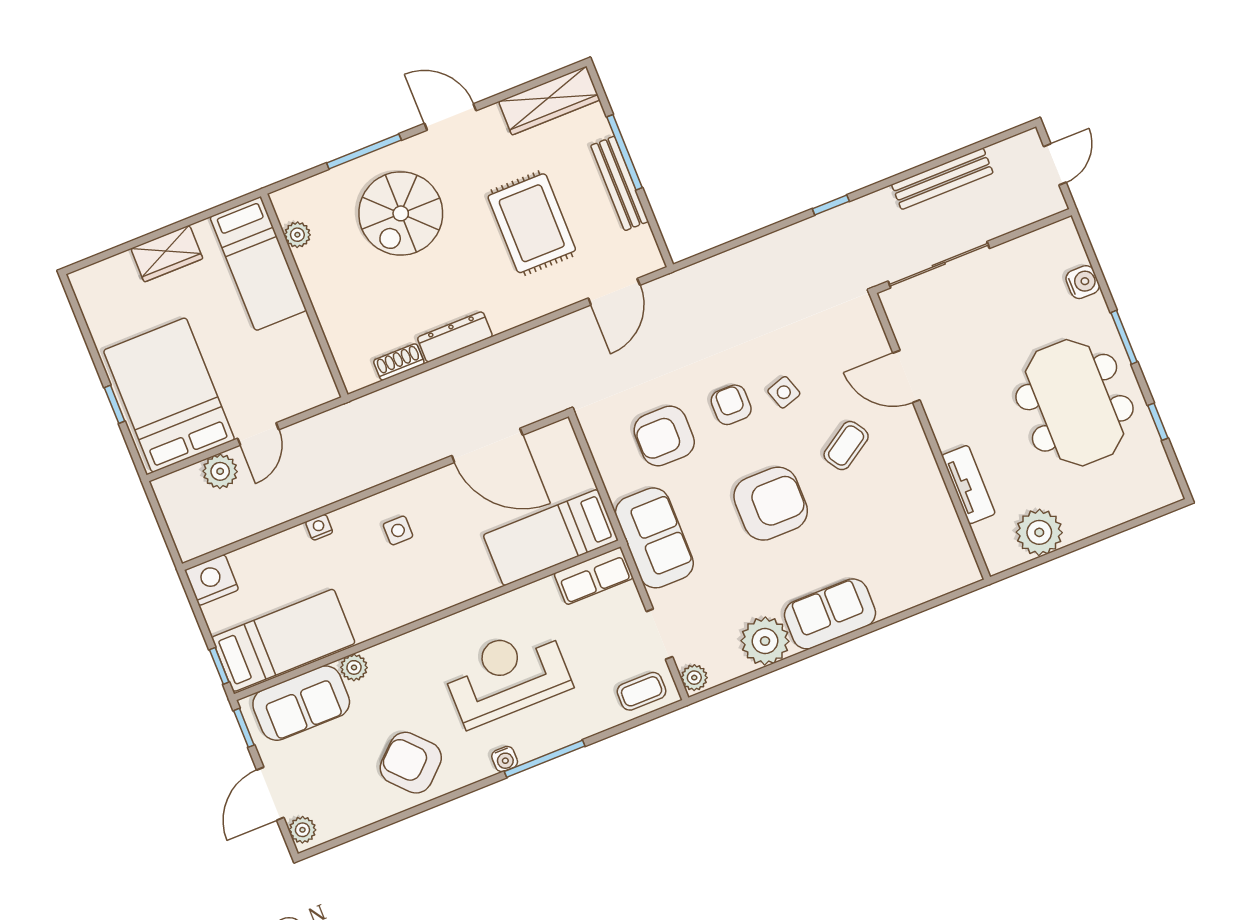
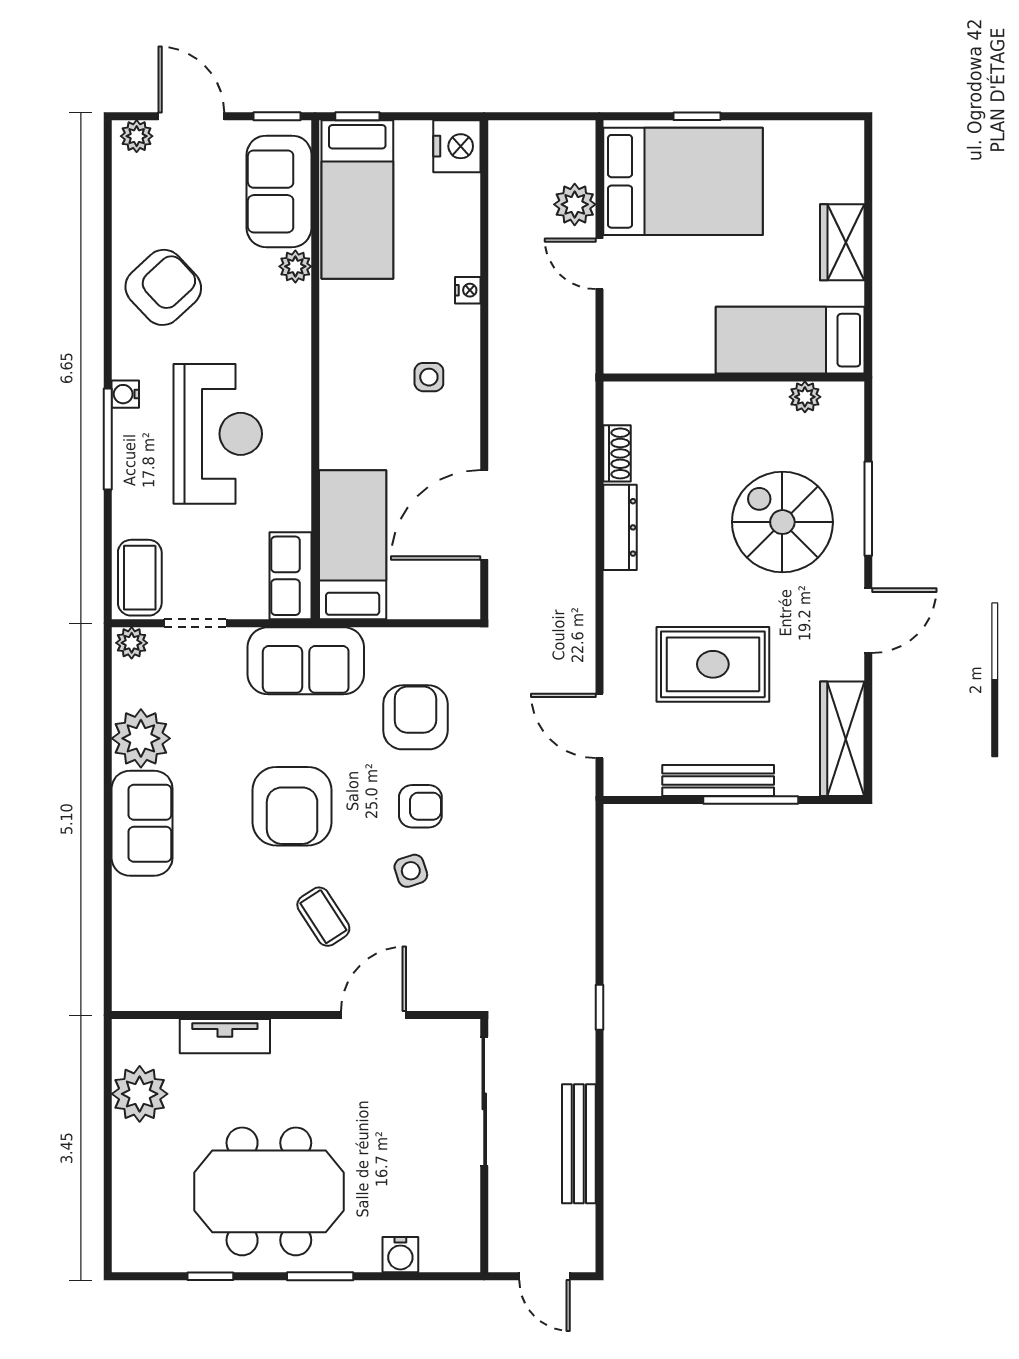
coffee table: (642, 691) -> (140, 578), width x1.36, depth x1.30

